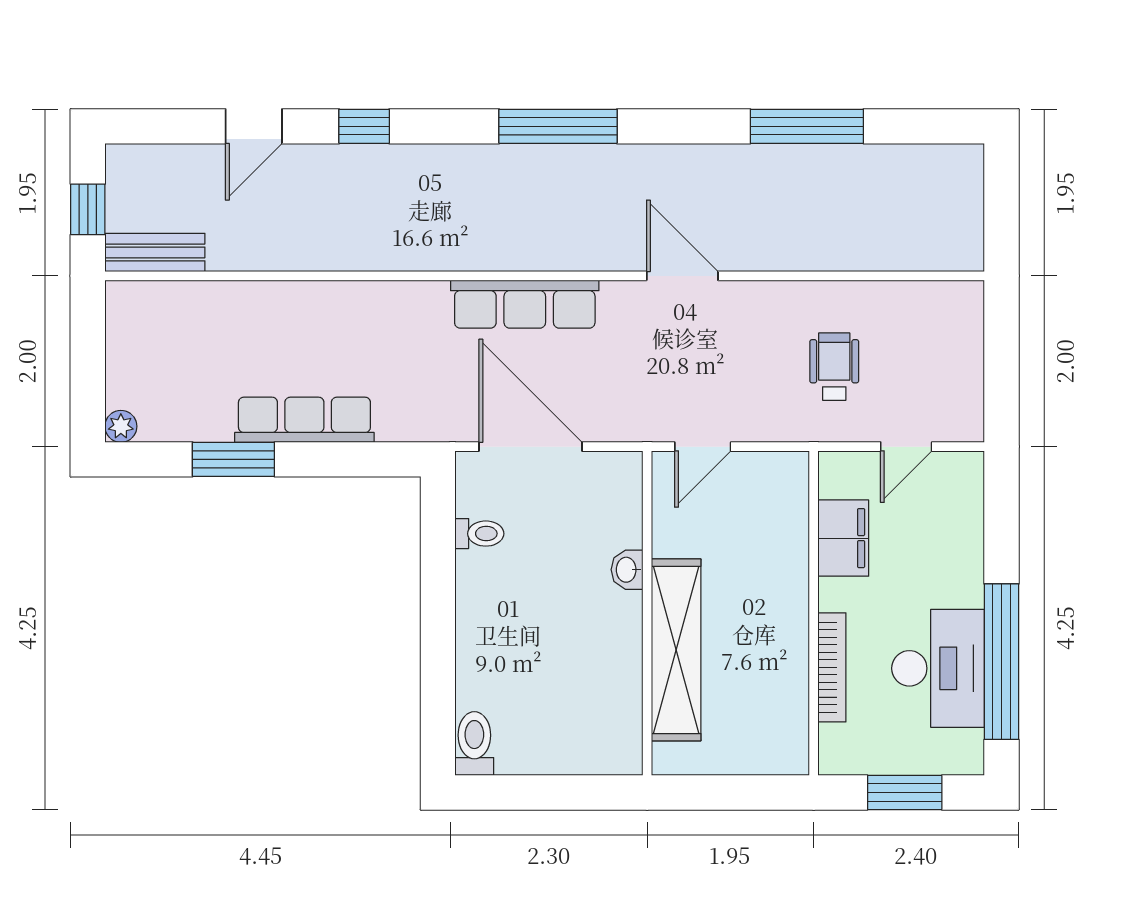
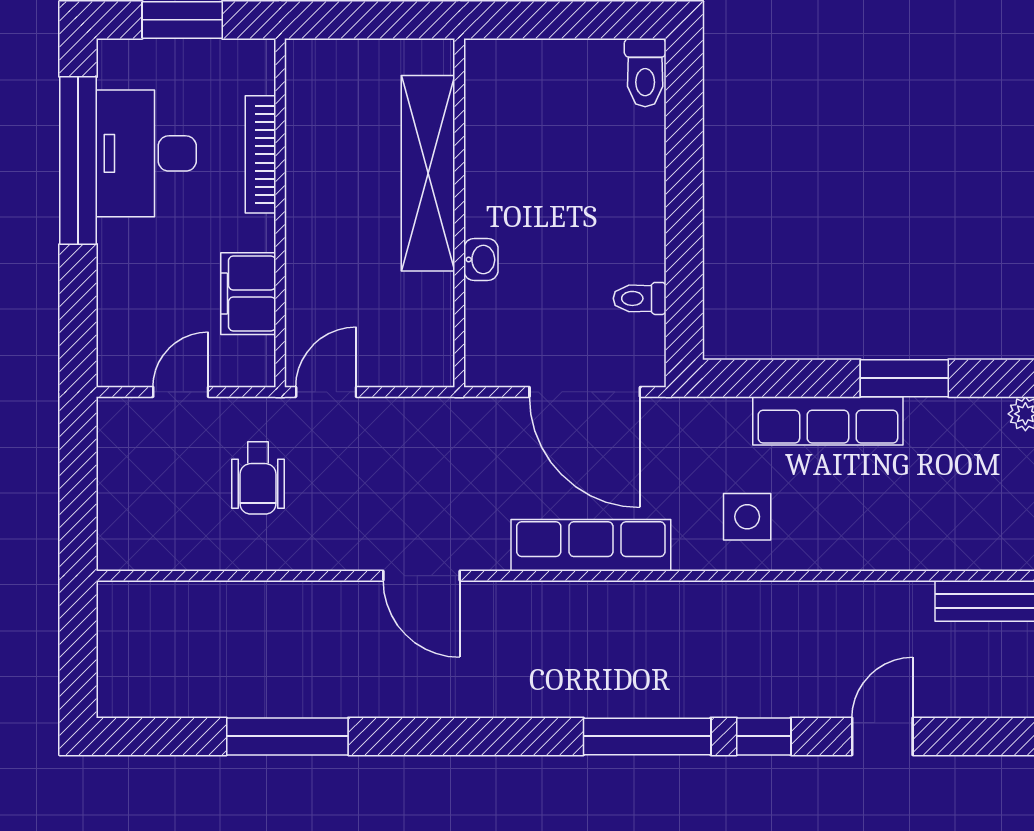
window: (558, 126) -> (647, 736), moved
side table: (380, 331) -> (747, 517), added
door: (703, 447) -> (326, 392), moved

